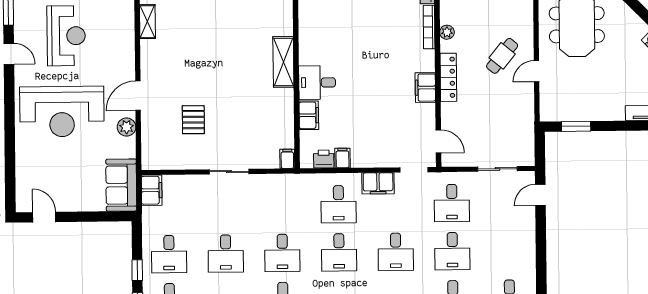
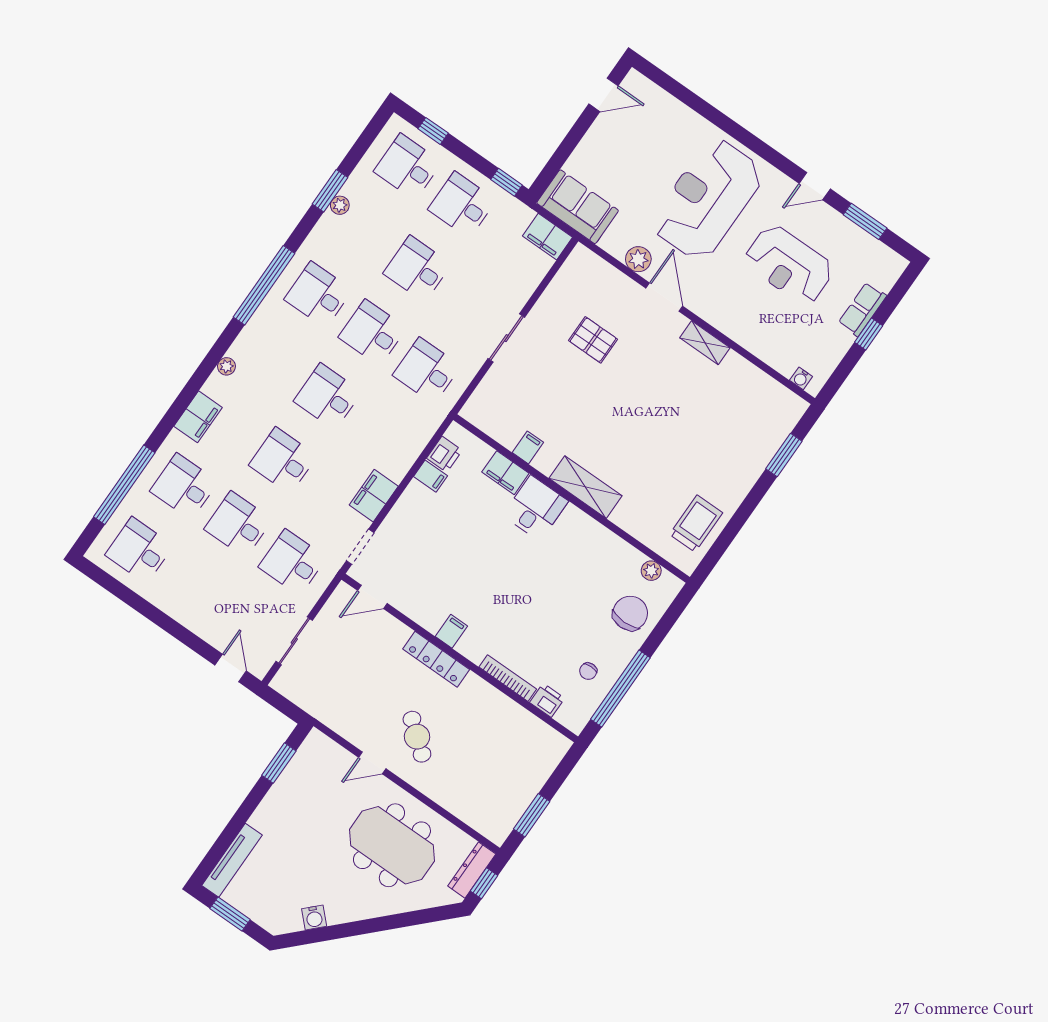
shelving: (147, 22) -> (705, 343), moved
plant: (447, 32) -> (488, 694), removed
door: (537, 71) -> (372, 763), swing flipped
filing cabinet: (425, 88) -> (451, 631), width x0.50
filing cabinet: (287, 159) -> (528, 447), moved, turned -90
desk: (339, 204) -> (427, 371), moved
window: (137, 270) -> (506, 182), moved

